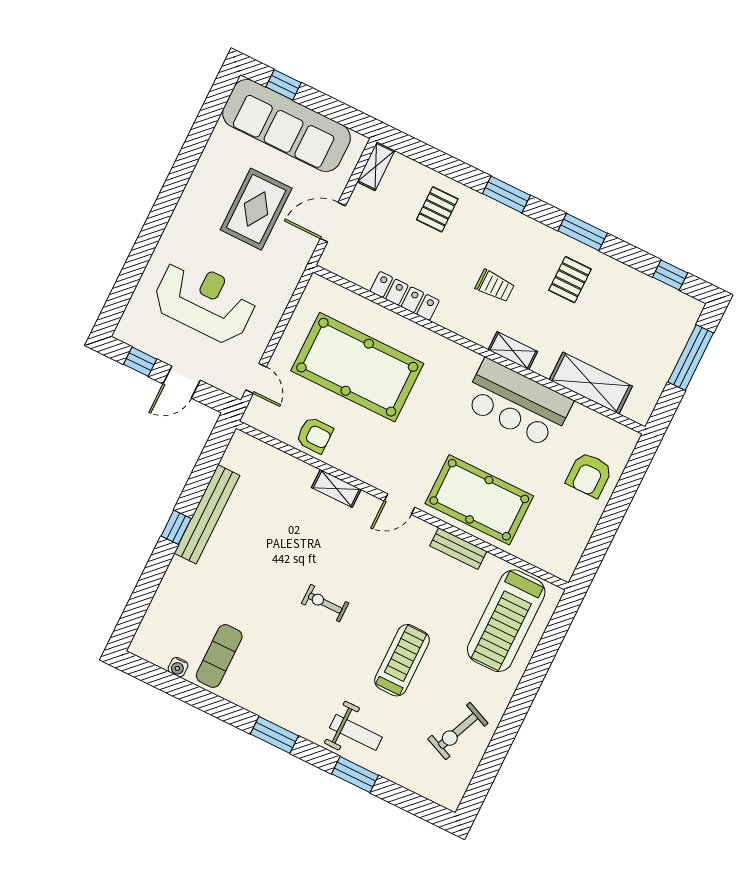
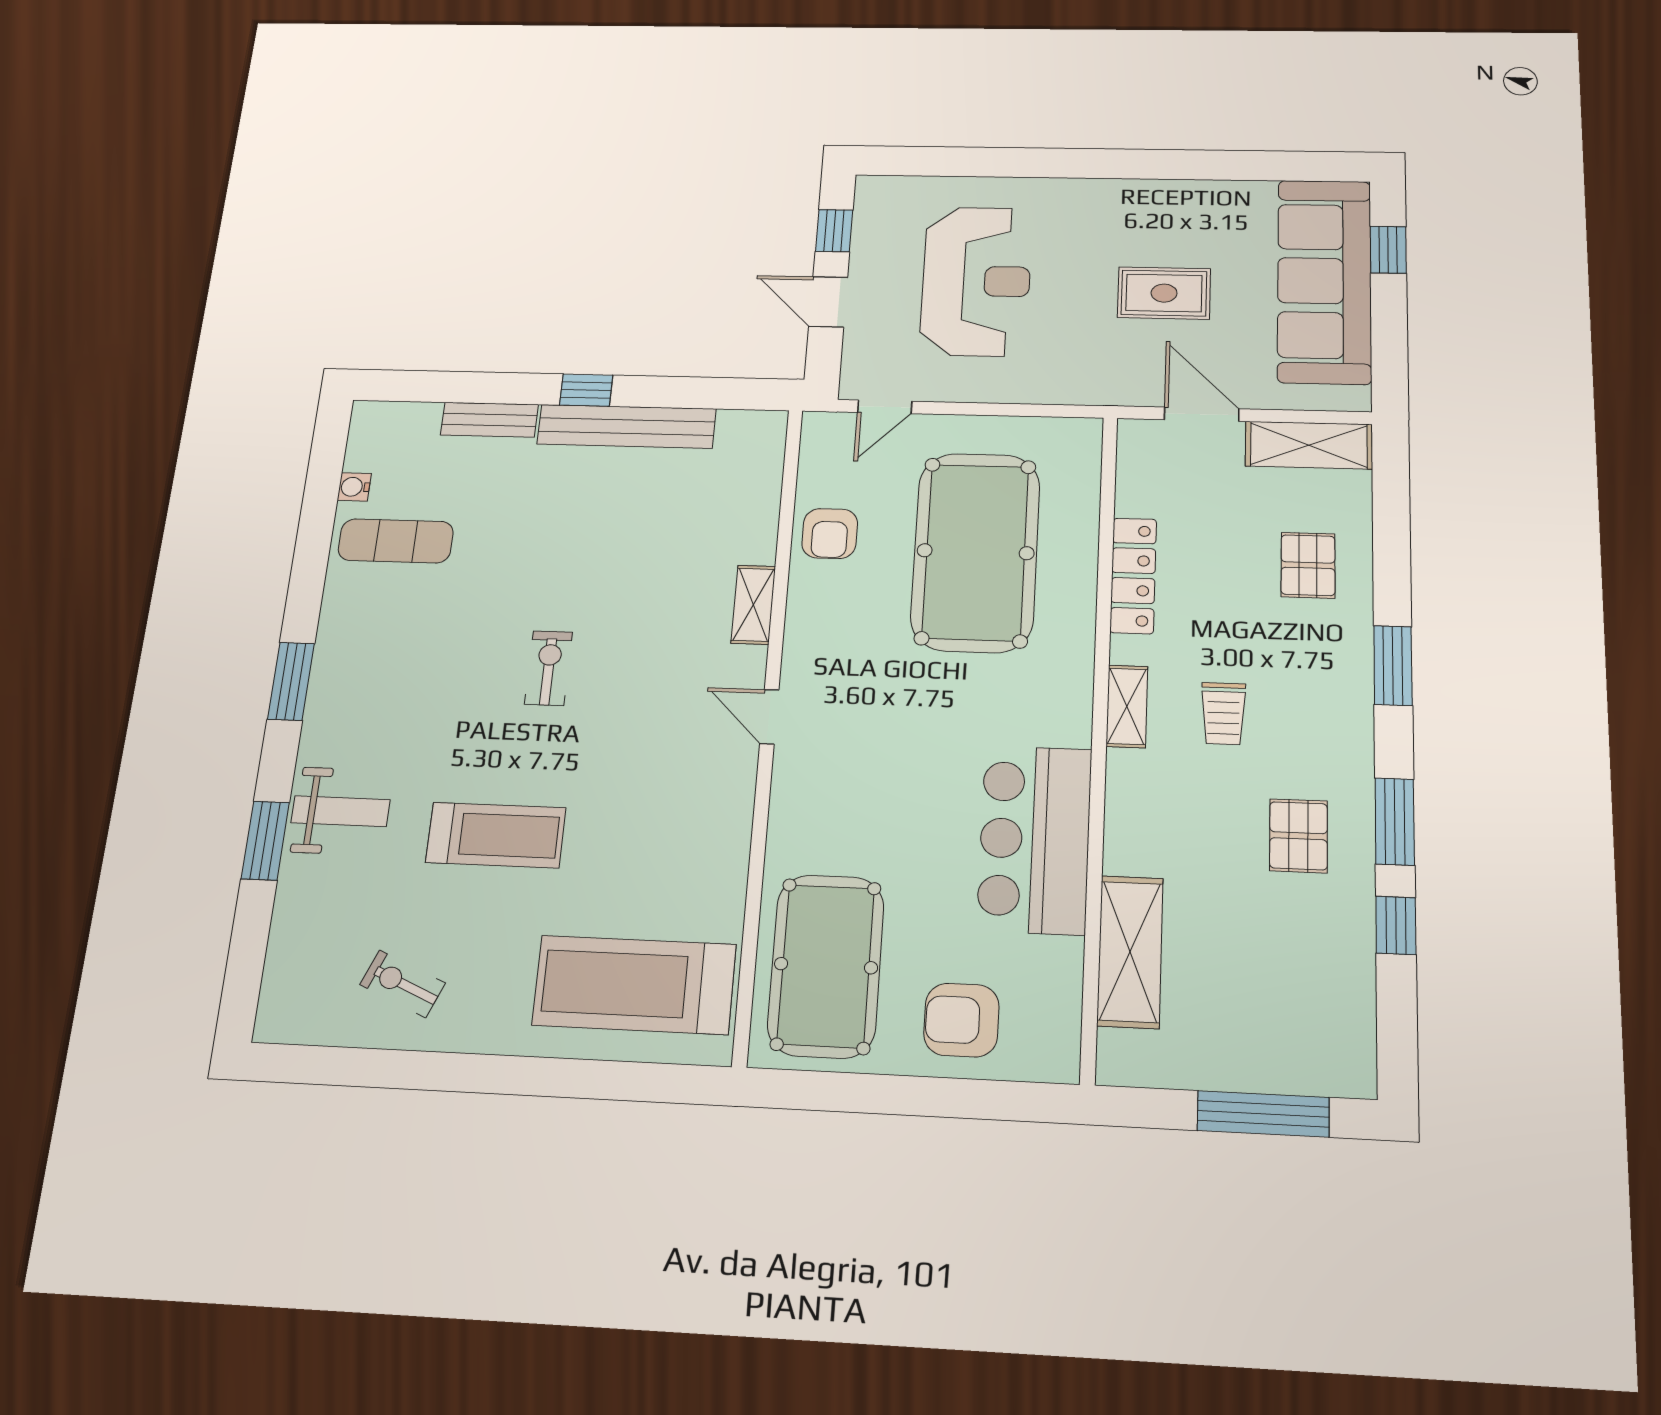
shelving: (376, 166) -> (1309, 445), width x1.50, depth x1.33
rug: (256, 209) -> (1164, 293), width x0.73, depth x0.70
pallet: (437, 209) -> (1308, 565), turned 90
window: (670, 275) -> (1396, 925), moved
pallet: (570, 280) -> (1298, 836), turned 90
shelving: (513, 351) -> (1127, 706), moved
pool table: (479, 500) -> (826, 966), moved
bench: (458, 549) -> (489, 420), moved, turned 90
exercise bike: (458, 731) -> (403, 984), width x0.73, depth x0.72
weight bench: (356, 732) -> (340, 811), turned -90

